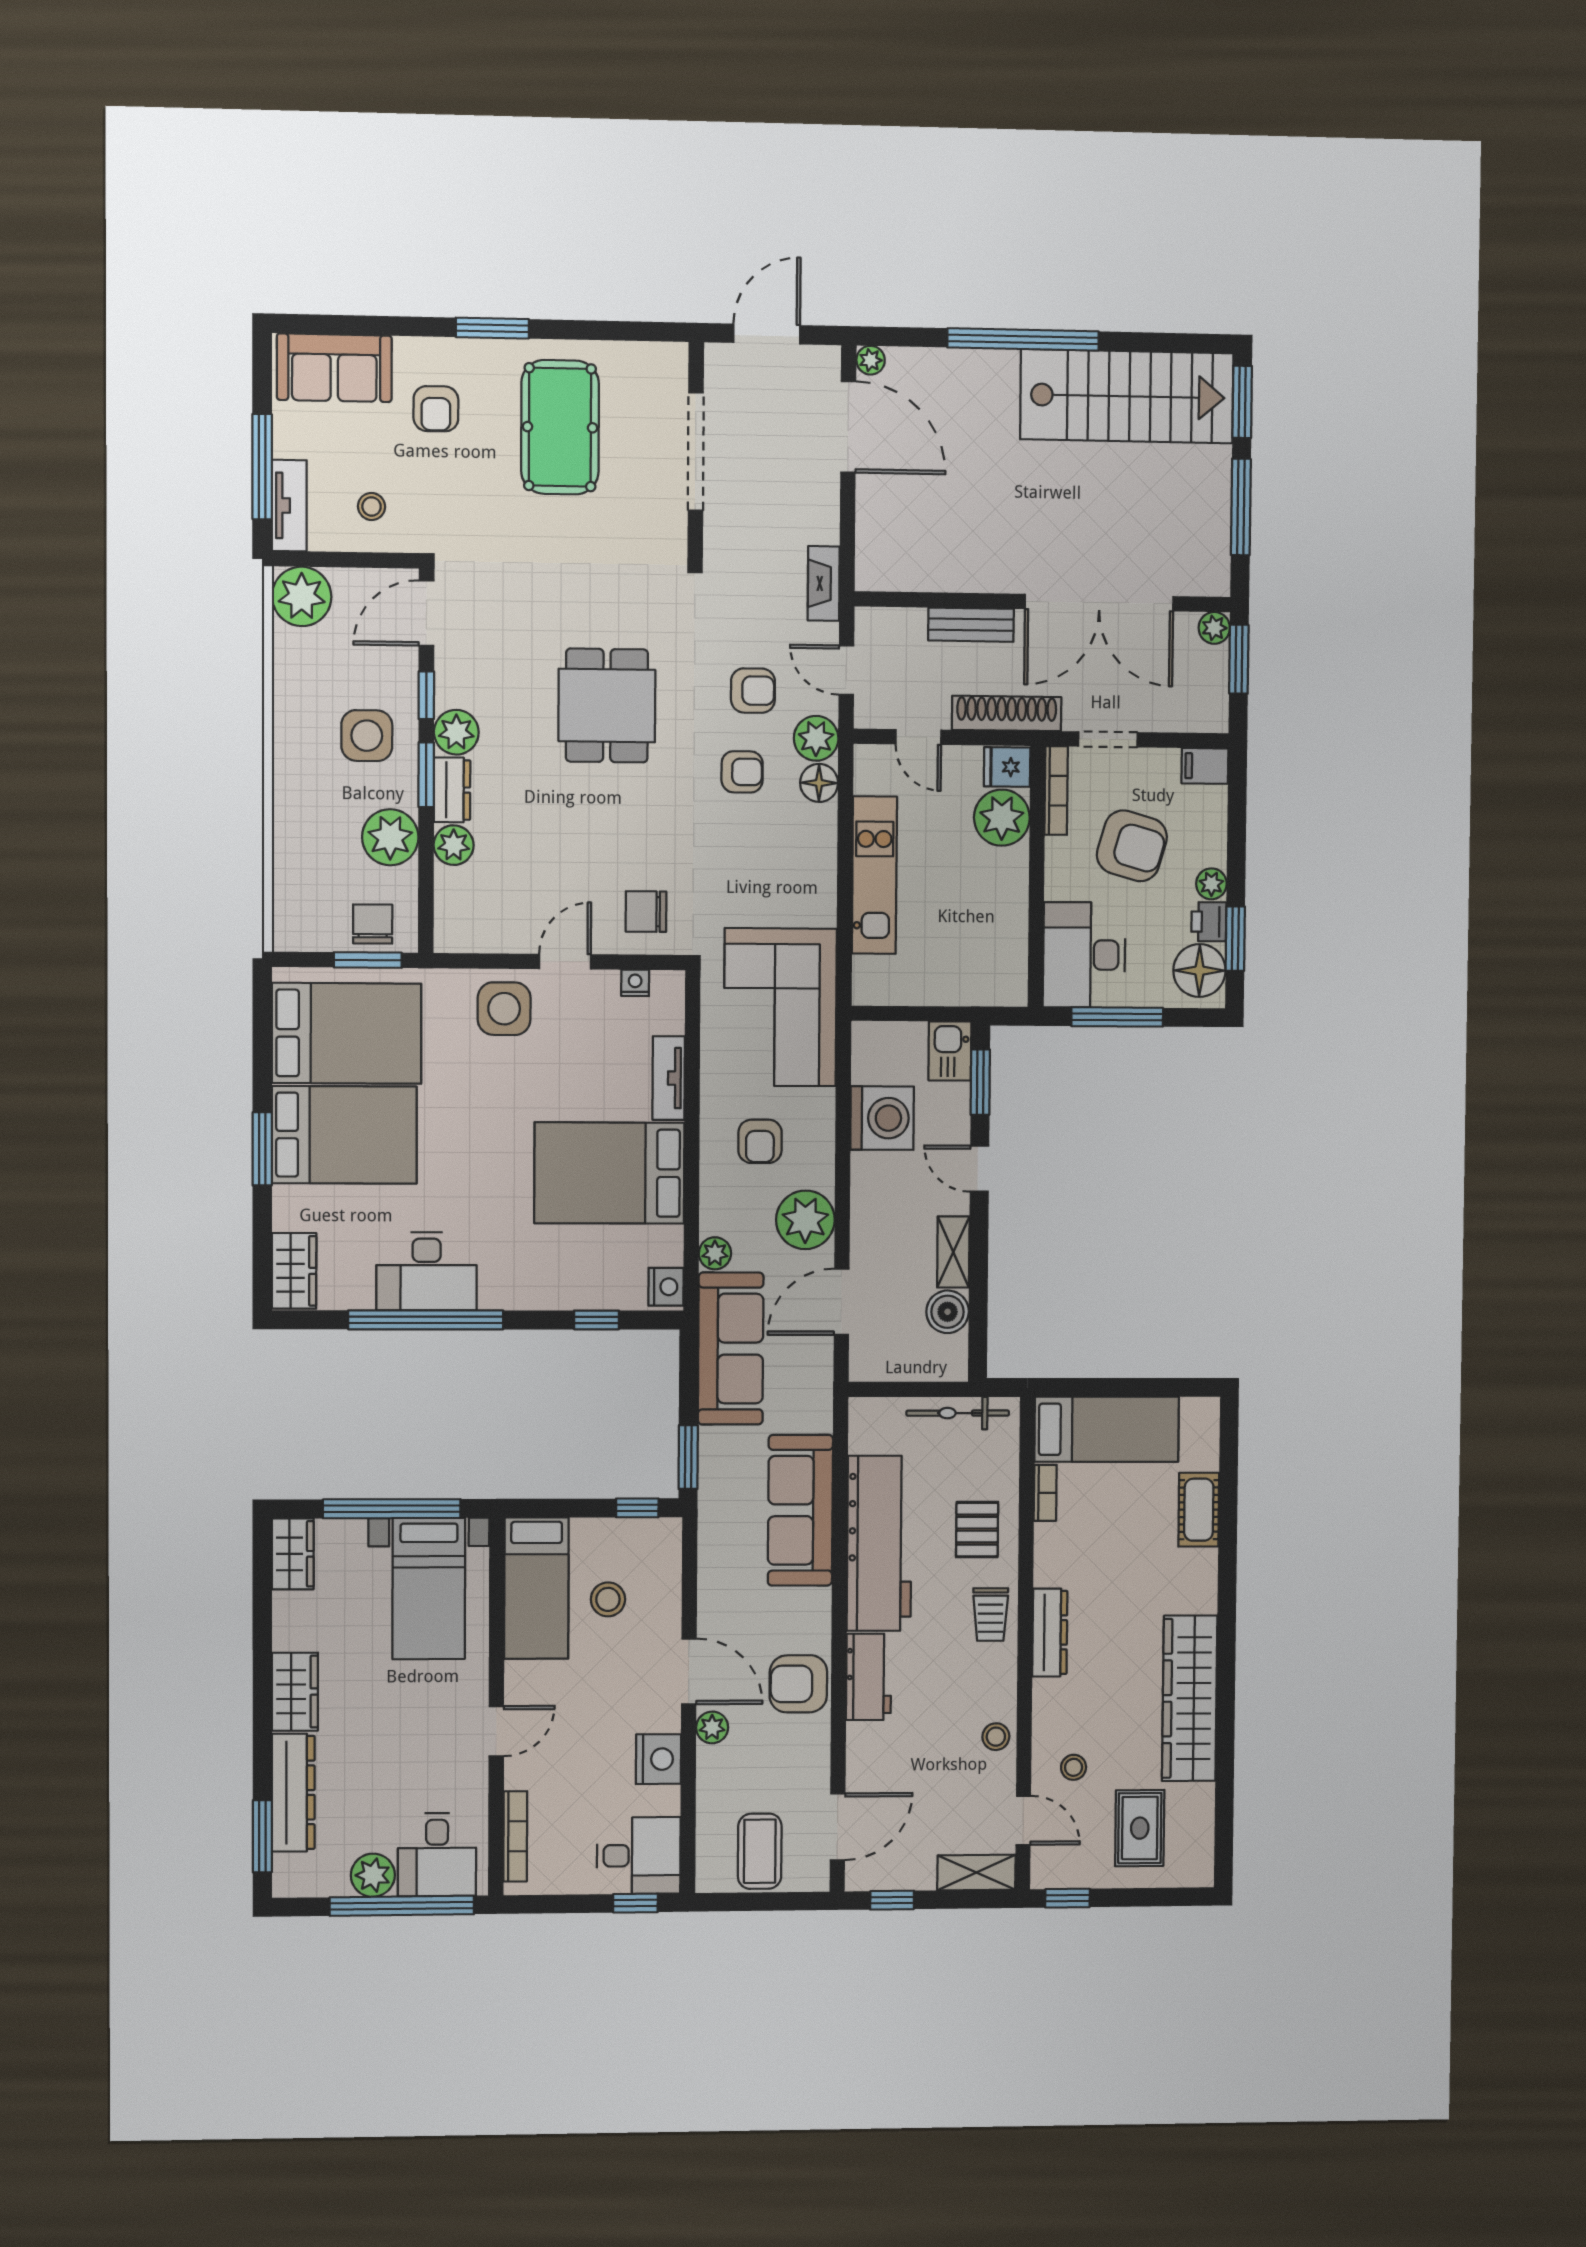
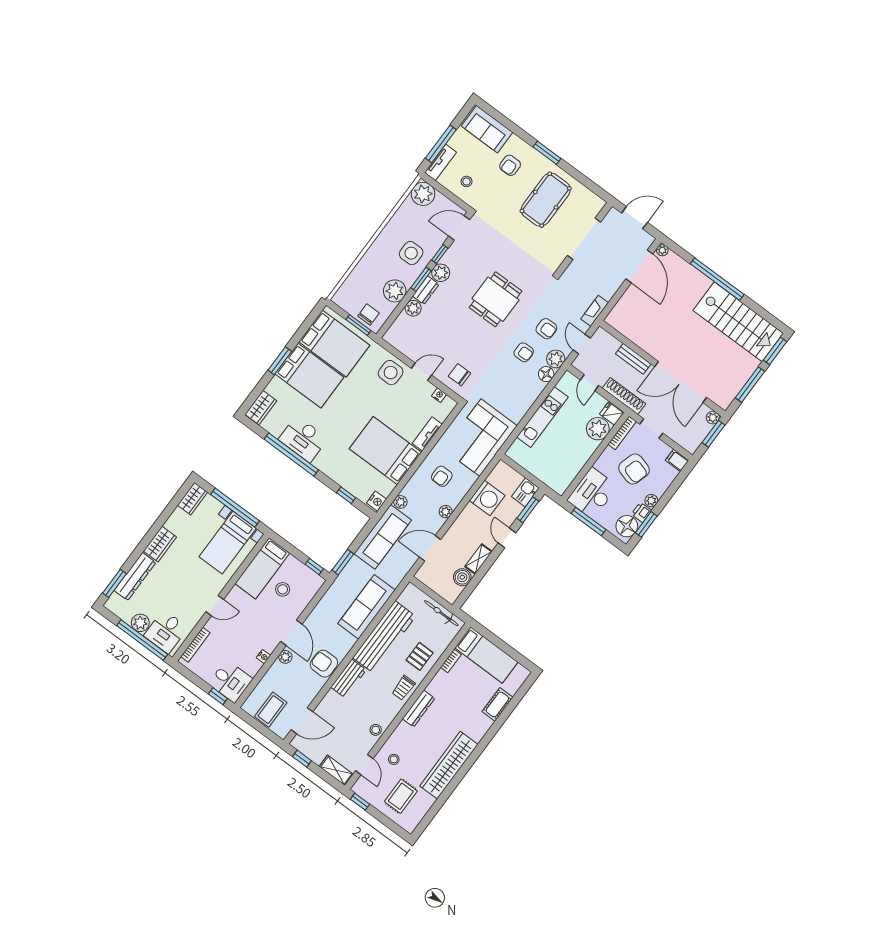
plant: (805, 1220) -> (446, 512), width x0.53, depth x0.53
nightstand: (658, 1759) -> (264, 657), width x0.53, depth x0.56

